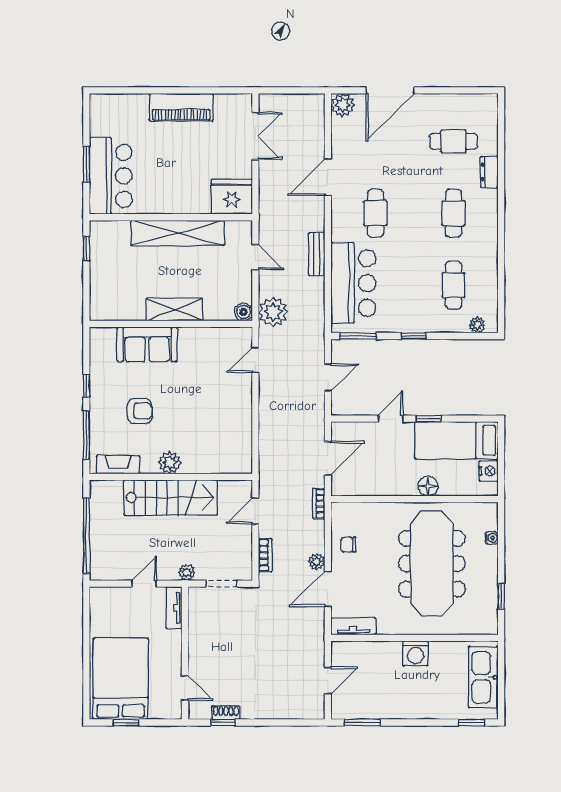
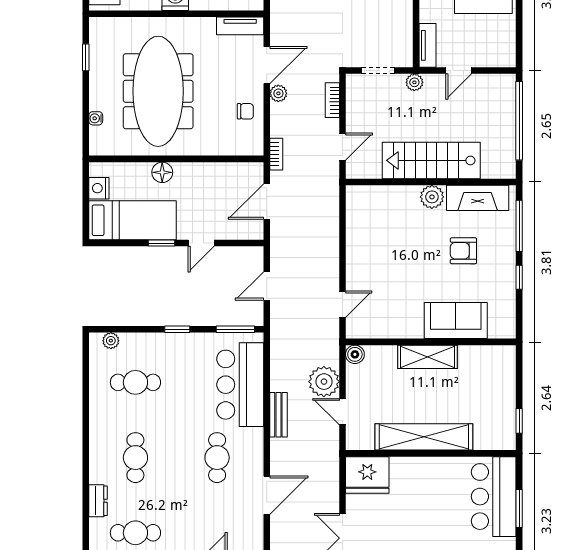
cafe table: (454, 285) -> (135, 382), turned 90
plant: (273, 312) -> (324, 382), moved
fireplace: (118, 465) -> (478, 198), width x1.37, depth x1.32

